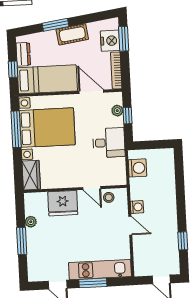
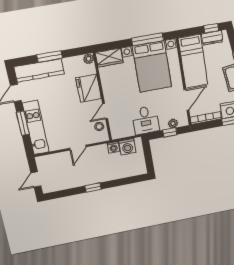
window: (13, 69) -> (211, 28), moved
washing machine: (137, 207) -> (113, 147), moved
plant: (31, 222) -> (89, 59), moved
window: (183, 241) -> (93, 187), moved
kitchen counter: (36, 255) -> (39, 70), added

